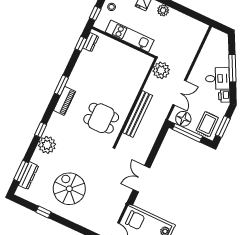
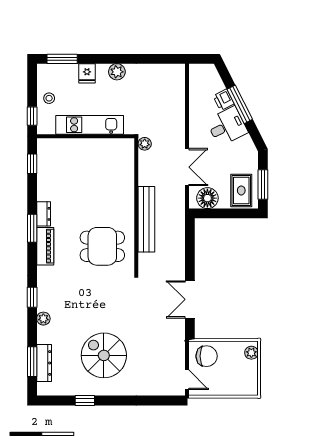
dresser: (91, 42) -> (44, 214), moved
plant: (161, 70) -> (145, 144), width x0.53, depth x0.53
printer: (224, 96) -> (224, 100), moved
window: (187, 133) -> (221, 213), removed
plant: (47, 145) -> (43, 319), width x0.53, depth x0.53

